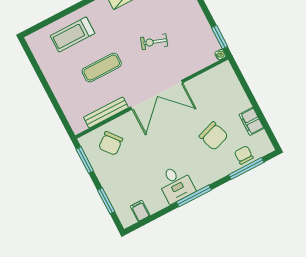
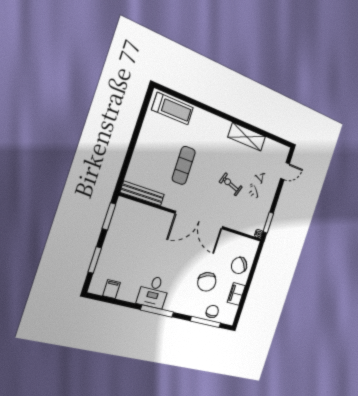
treadmill: (73, 34) -> (173, 109), moved, turned 180
exercise mat: (102, 68) -> (184, 165), turned 90
bench: (106, 112) -> (142, 193), moved
chair: (111, 143) -> (239, 265), moved

